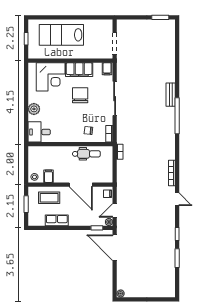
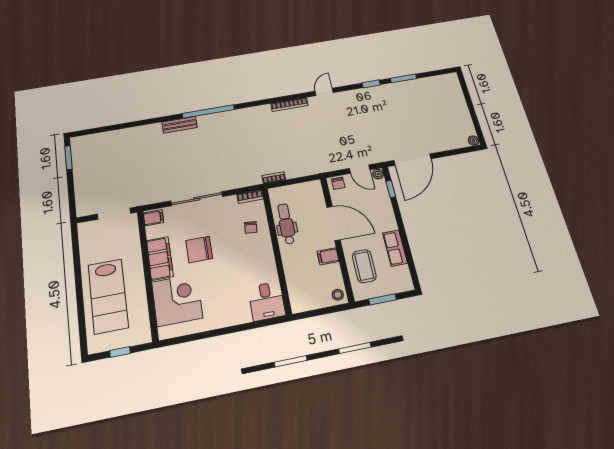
plant: (34, 109) -> (232, 316), removed
filing cabinet: (49, 176) -> (328, 256), moved
door: (81, 185) -> (333, 223), hinge flipped

